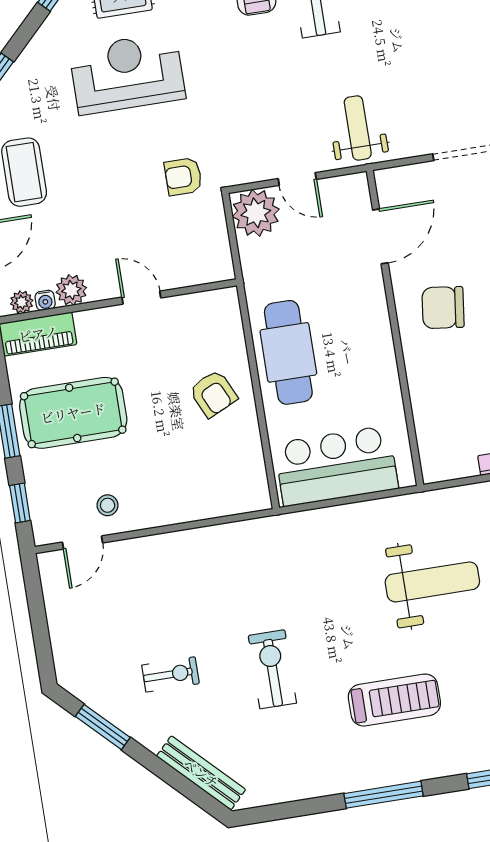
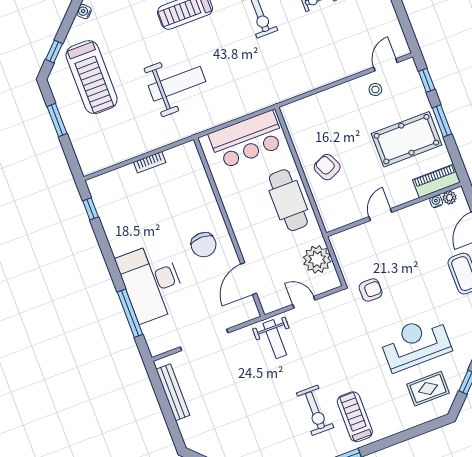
reception desk: (127, 73) -> (416, 343), turned 180
plant: (256, 213) -> (317, 259), moved
plant: (71, 290) -> (422, 211), removed
door: (141, 298) -> (380, 215), swing flipped
chair: (443, 308) -> (204, 245), turned 83
weight bench: (432, 582) -> (177, 84), turned 180

